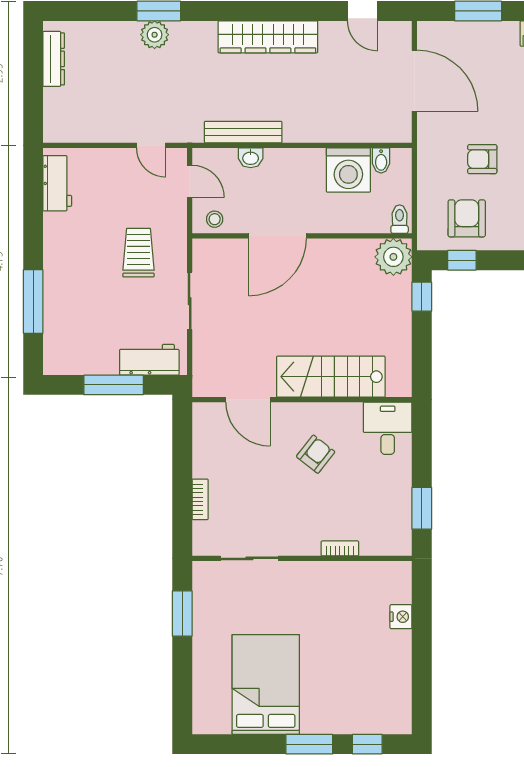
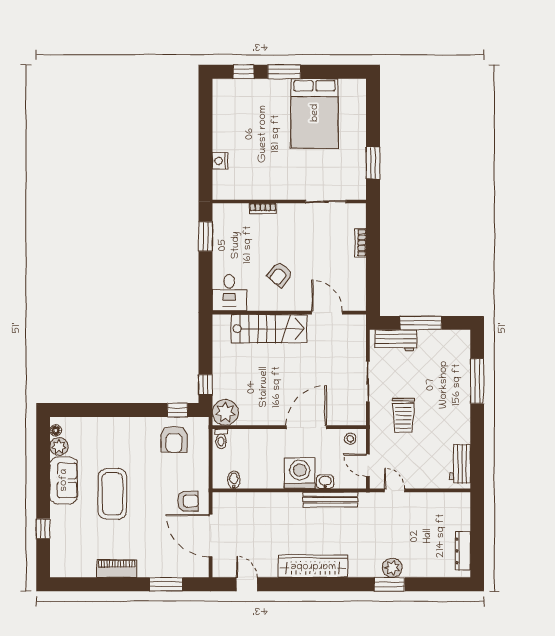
armchair: (482, 159) -> (188, 501), moved
washing machine: (348, 170) -> (300, 473), moved

